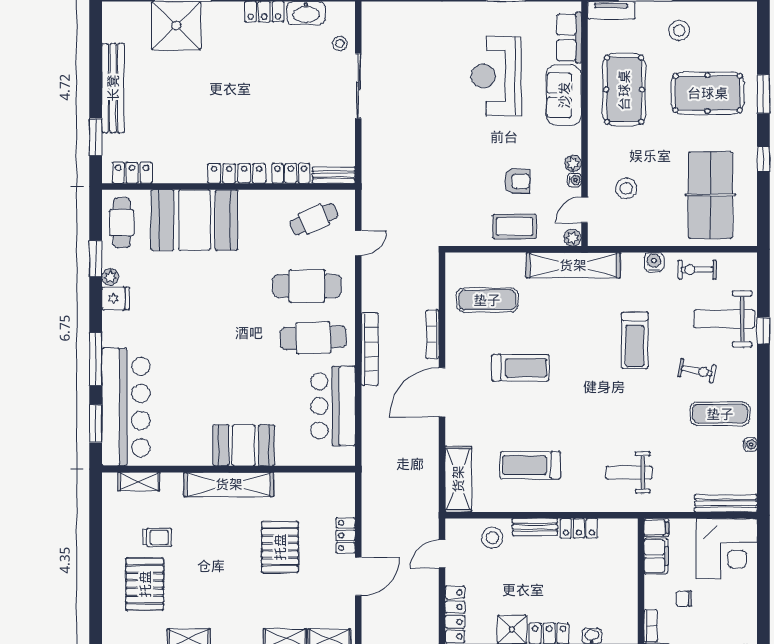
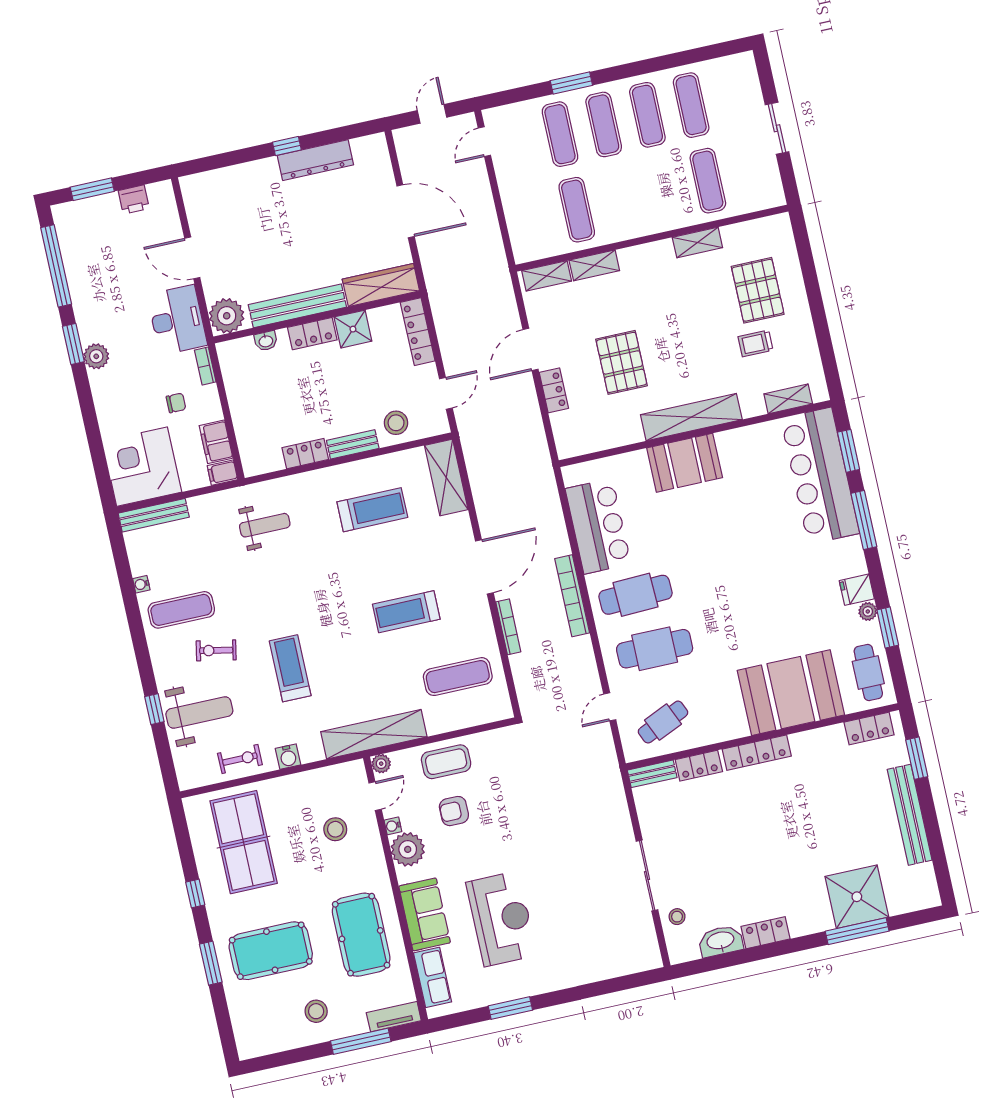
plant: (573, 163) -> (408, 849), width x1.87, depth x1.87

